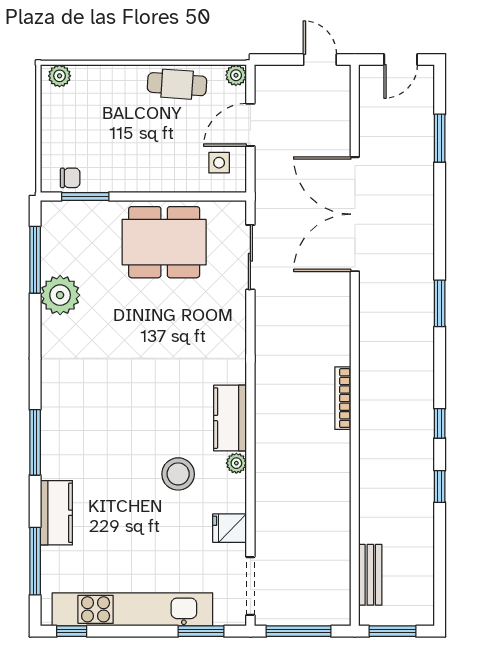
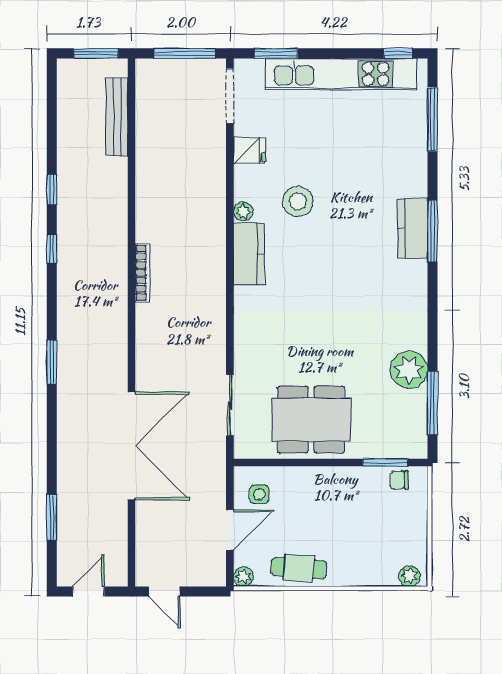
kitchen counter: (56, 513) -> (412, 228), moved
bench: (370, 575) -> (117, 117), width x1.36

